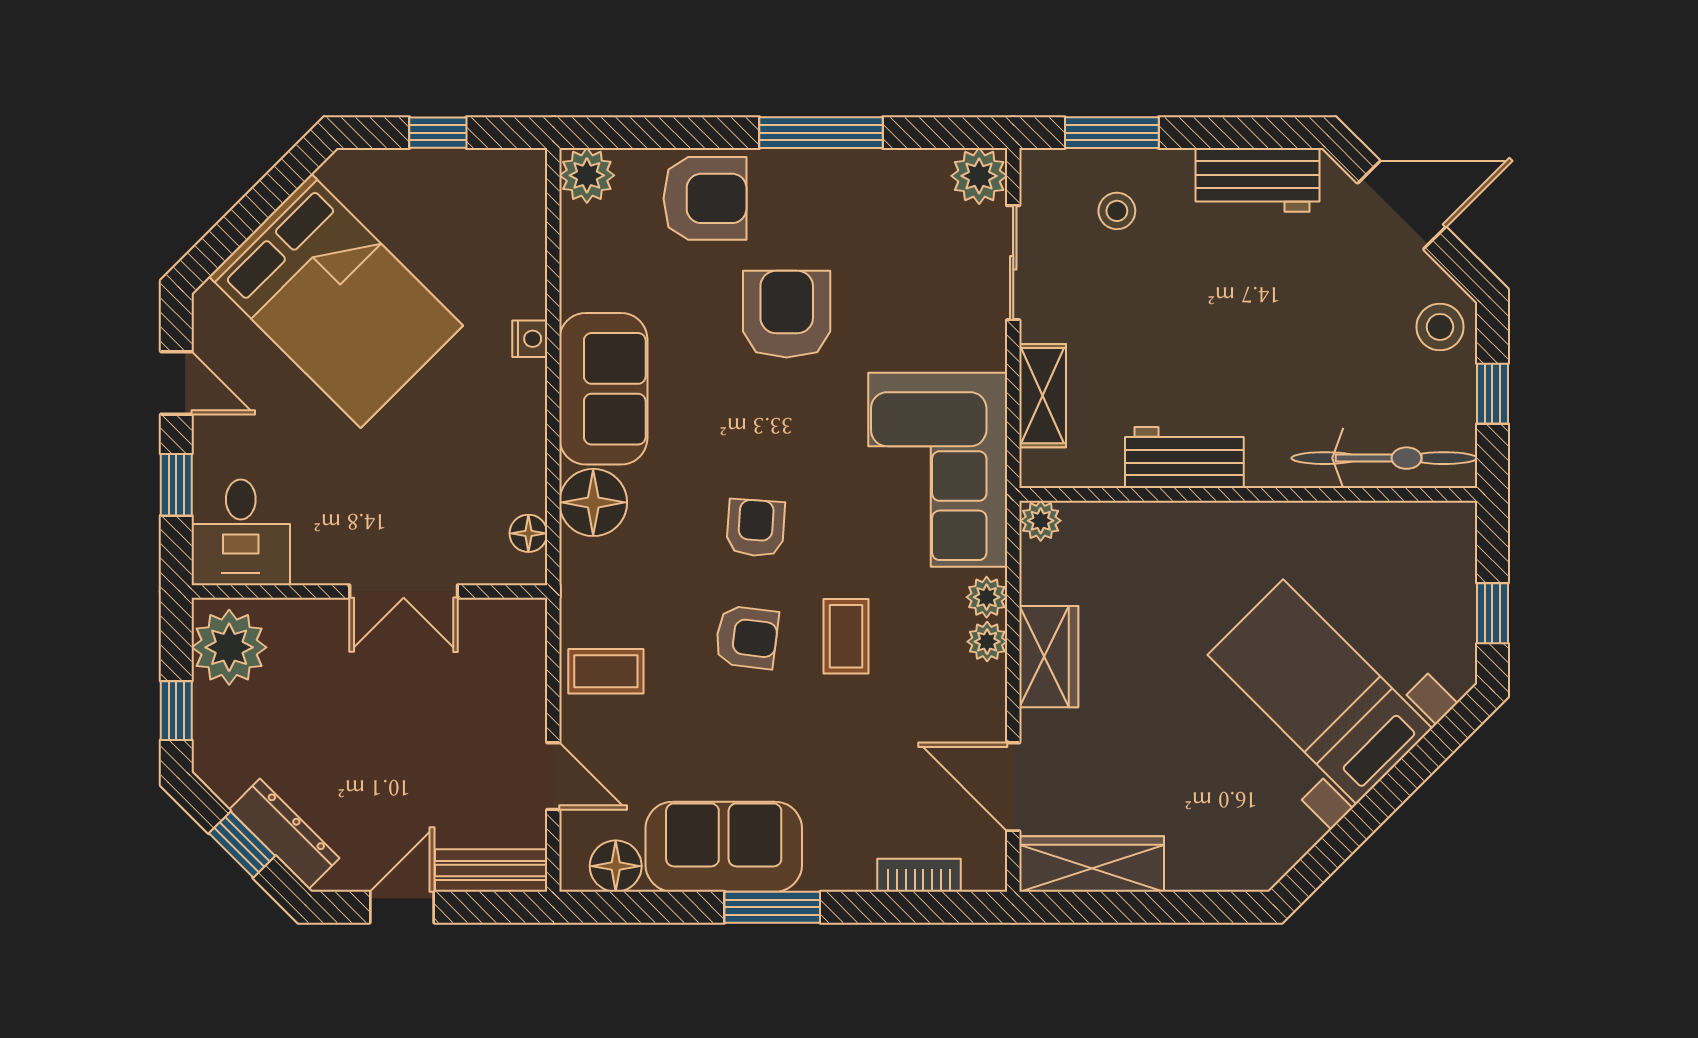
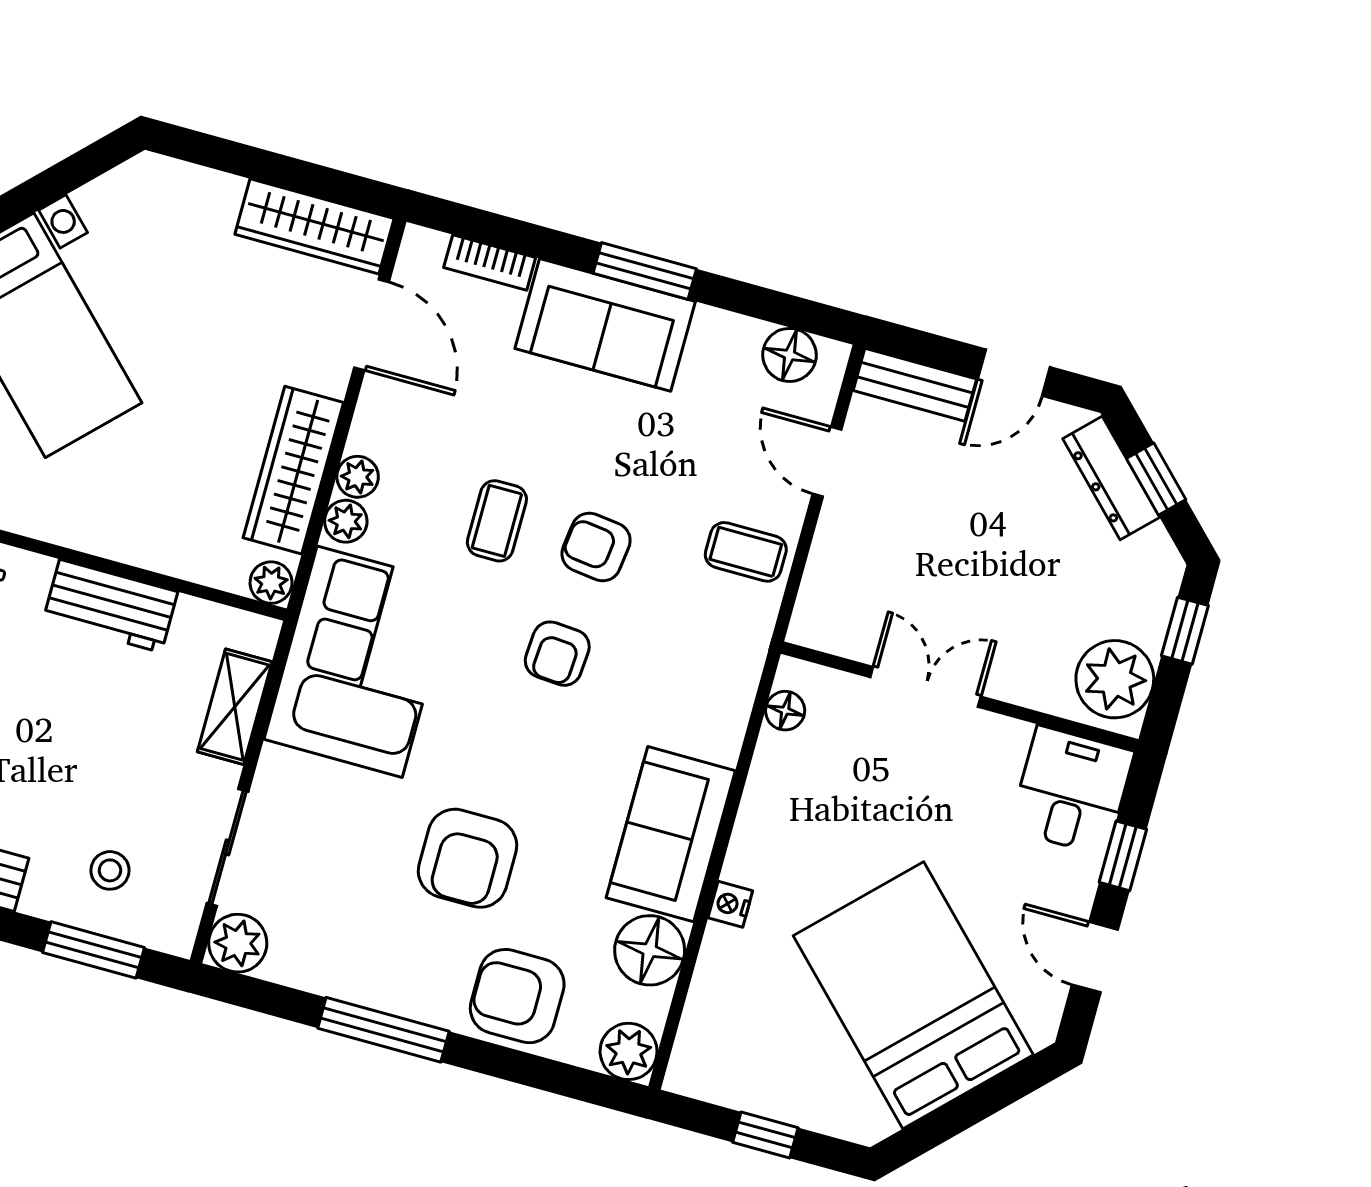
floor lamp: (593, 502) -> (650, 950), moved
wardrobe: (1049, 657) -> (293, 470), width x1.50
sofa: (724, 847) -> (605, 325), moved

